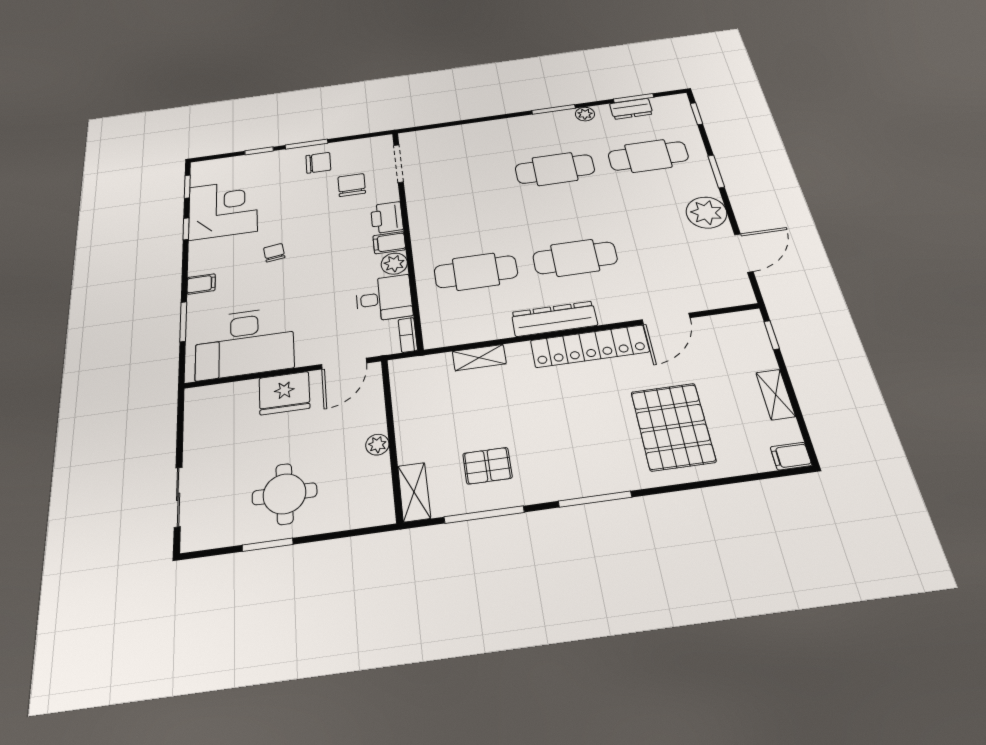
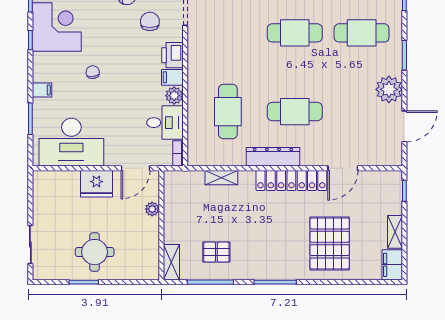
cafe table: (476, 272) -> (228, 112), turned 90
plant: (377, 445) -> (152, 209), moved
filing cabinet: (791, 456) -> (392, 265), width x2.00

